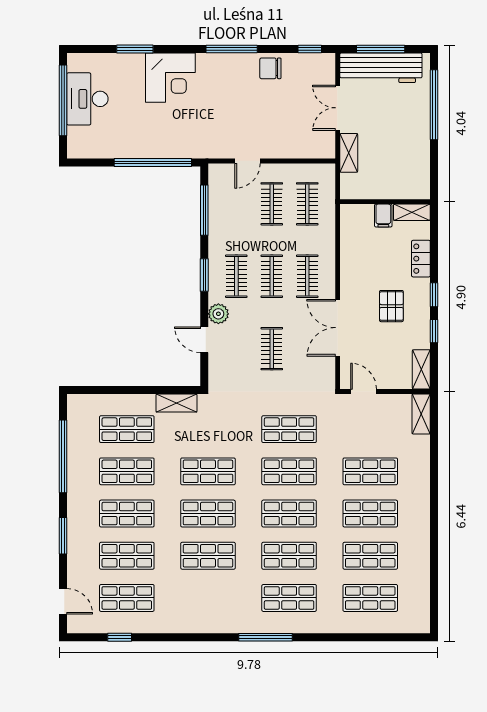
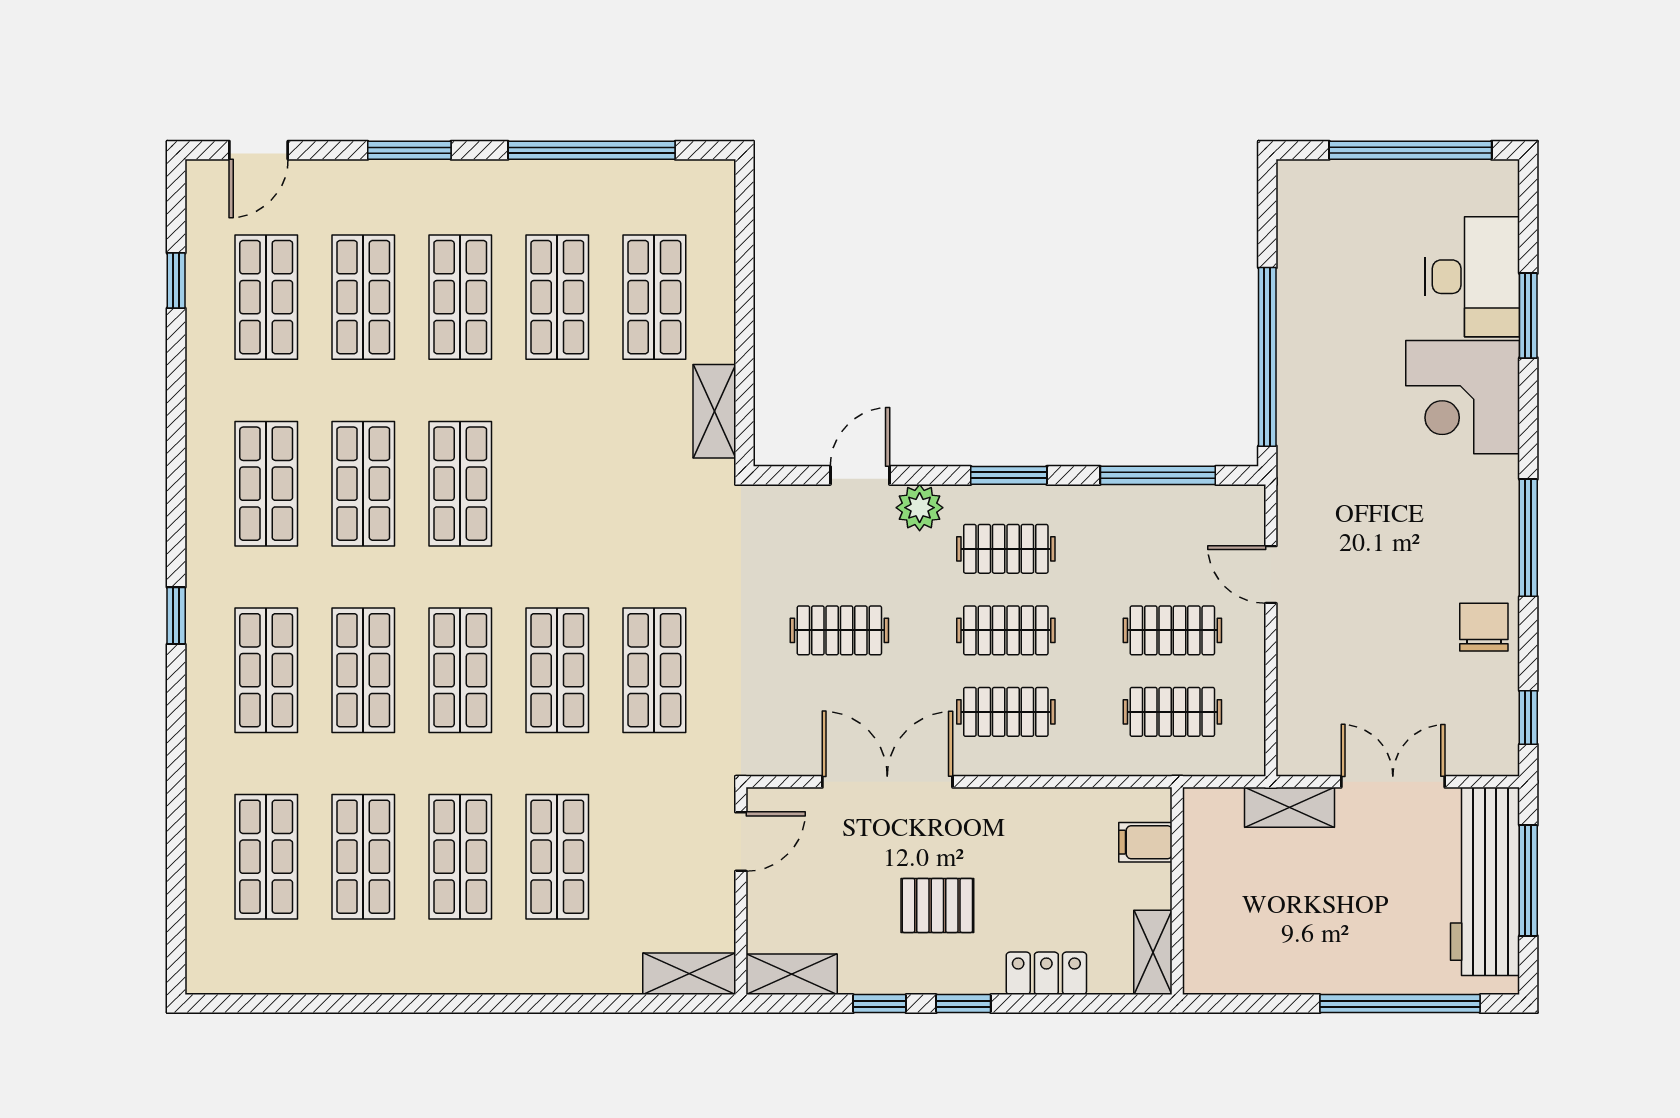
desk: (87, 99) -> (1472, 277), moved, turned 90
filing cabinet: (383, 216) -> (1145, 842), moved
shop shelf: (208, 471) -> (266, 484), moved
window: (265, 637) -> (176, 616), width x0.46

